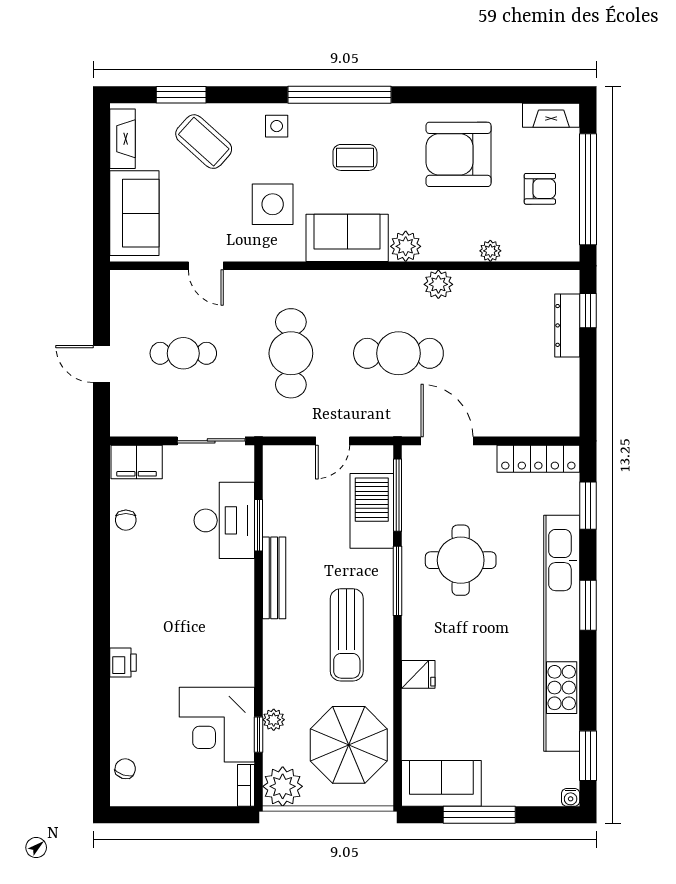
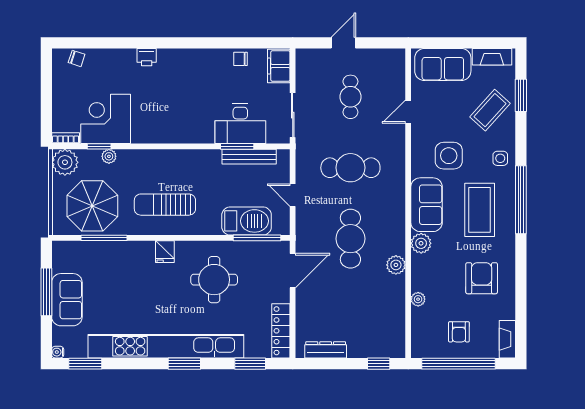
armchair: (459, 154) -> (482, 278), width x0.73, depth x0.73
coffee table: (355, 157) -> (480, 210), width x1.86, depth x1.72
dresser: (567, 325) -> (326, 350), moved
bench: (274, 578) -> (249, 157), moved
window: (398, 581) -> (104, 238), moved
fridge: (418, 674) -> (165, 252), moved
sofa: (441, 783) -> (67, 300), moved

